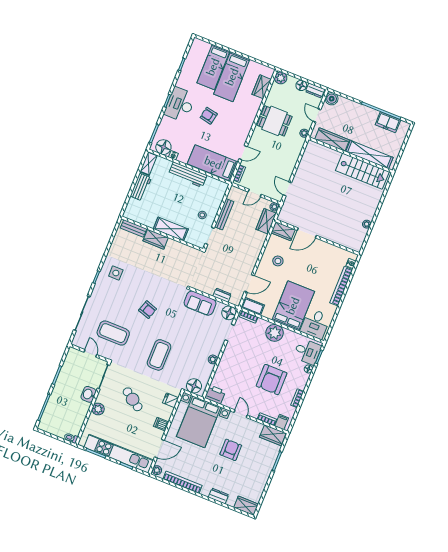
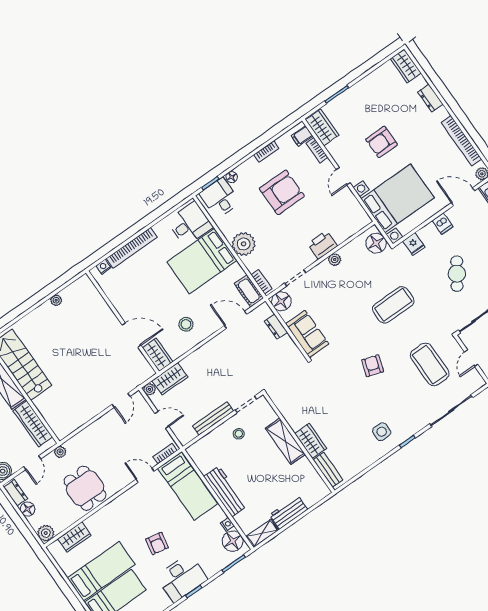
printer: (215, 395) -> (323, 245), moved, turned 90

